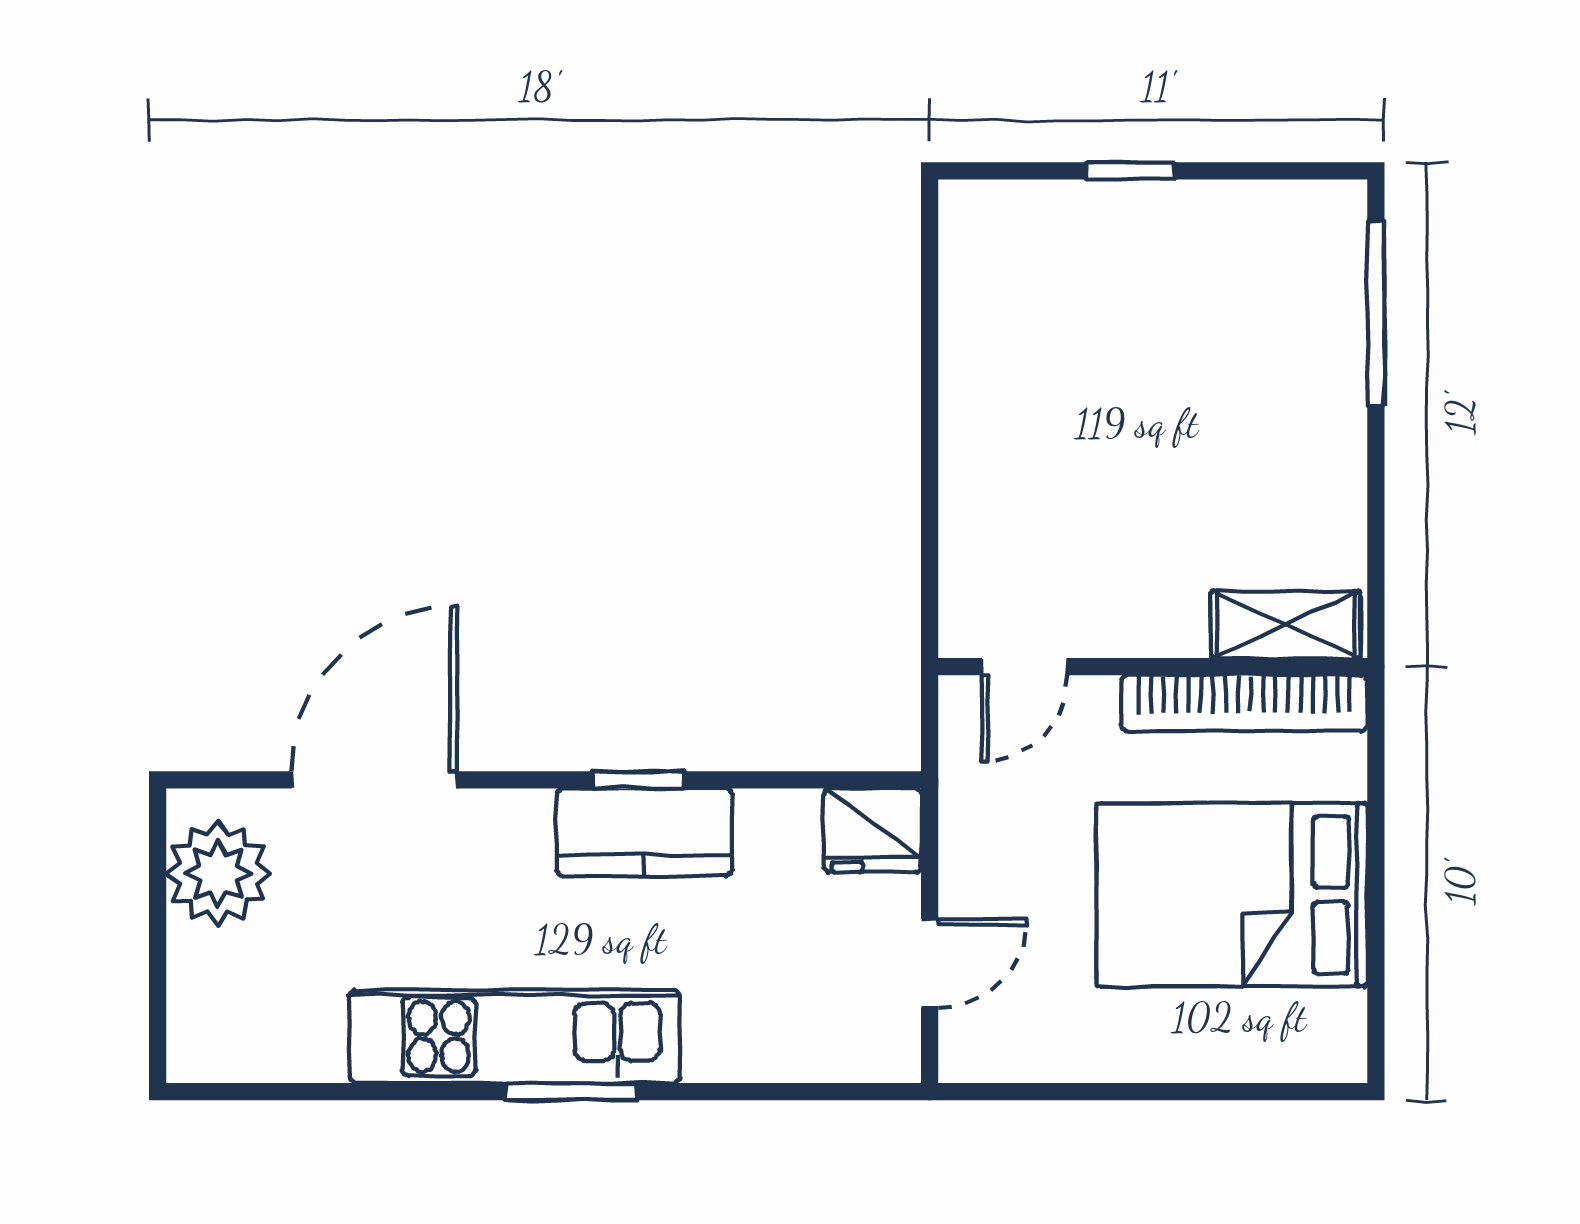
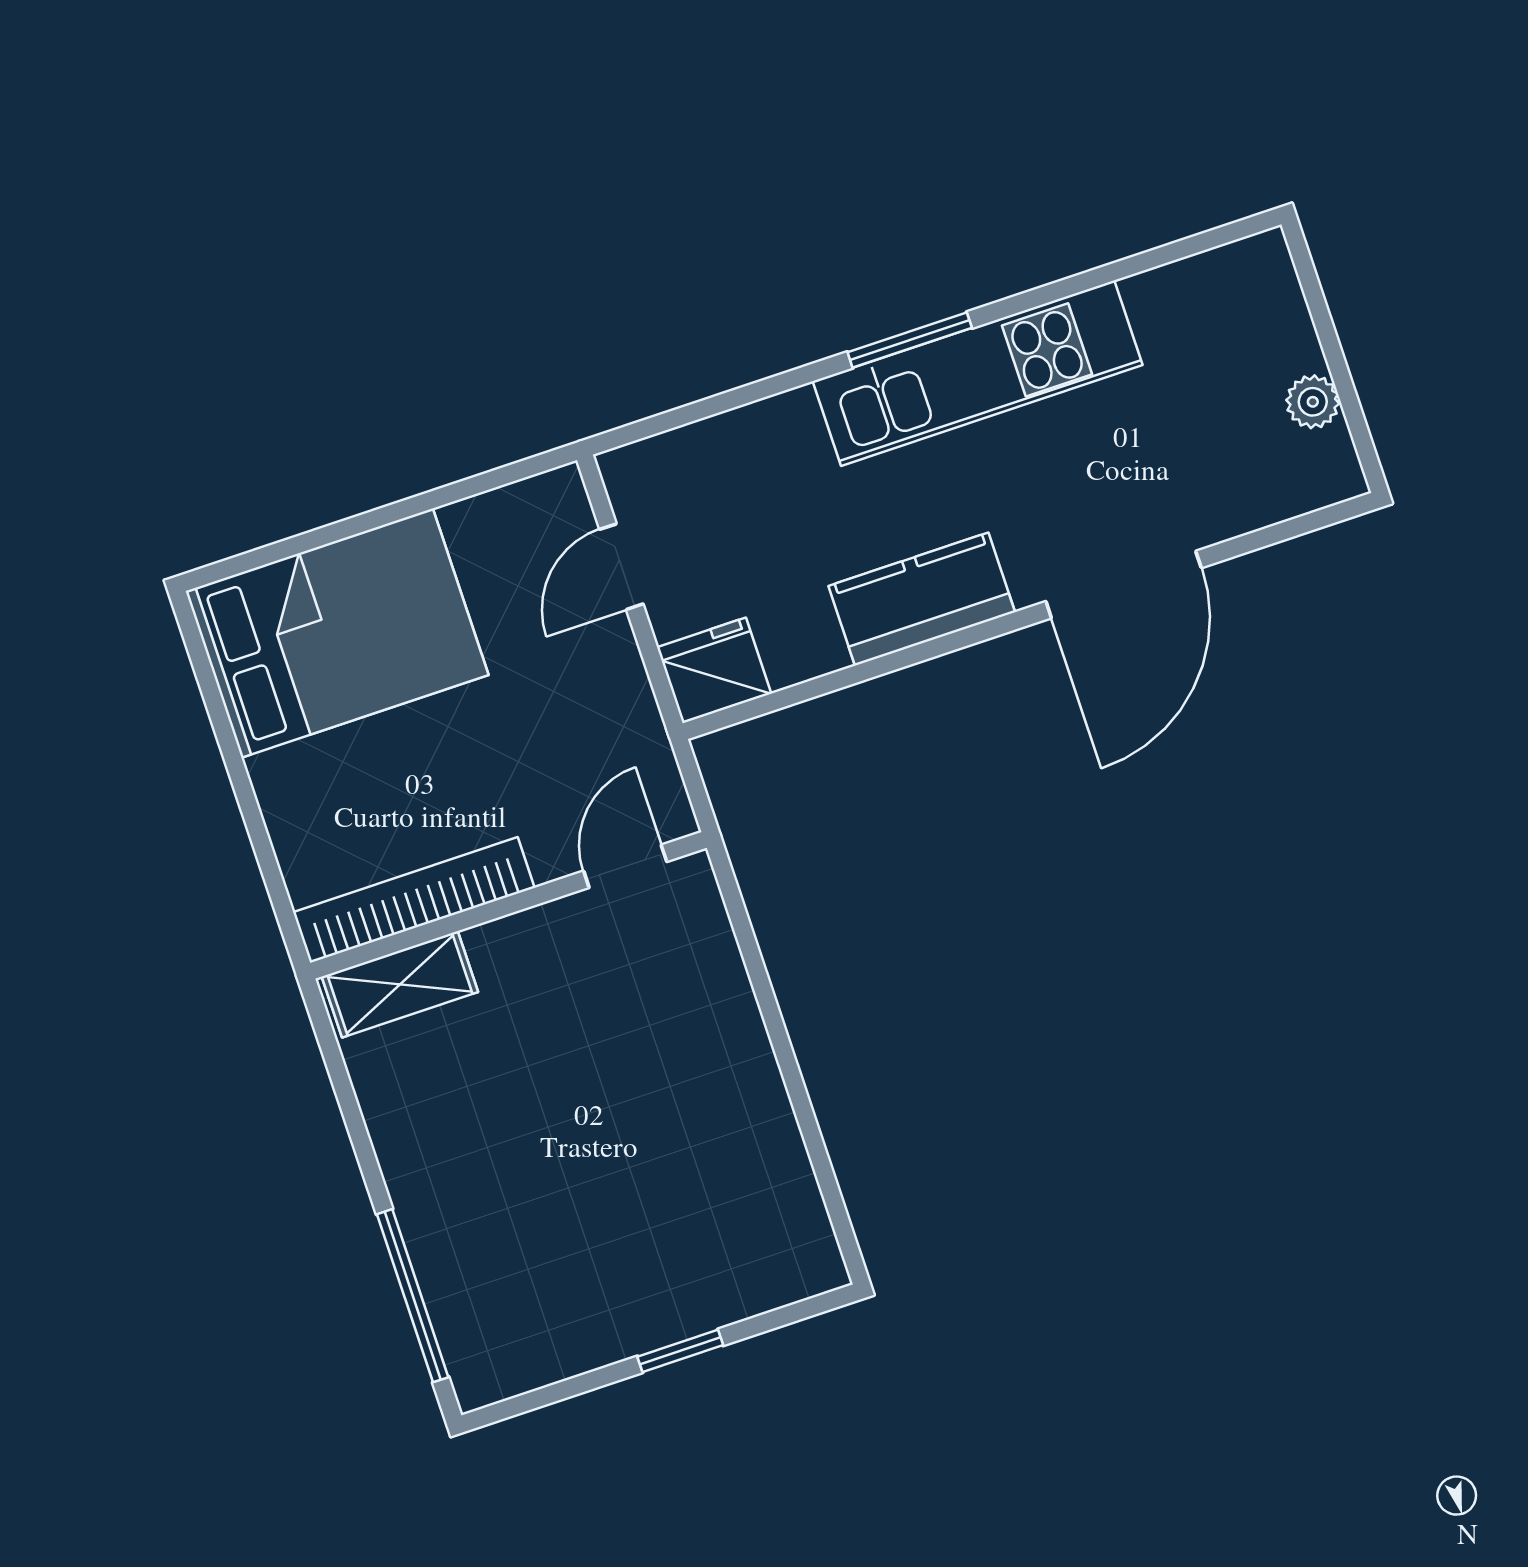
door: (374, 780) -> (1124, 585), moved
window: (638, 780) -> (944, 645), removed
plant: (218, 873) -> (1313, 402), width x0.53, depth x0.53
bed: (1232, 895) -> (337, 633), moved

